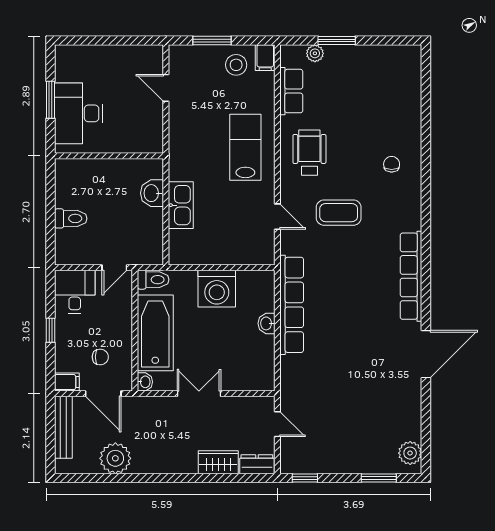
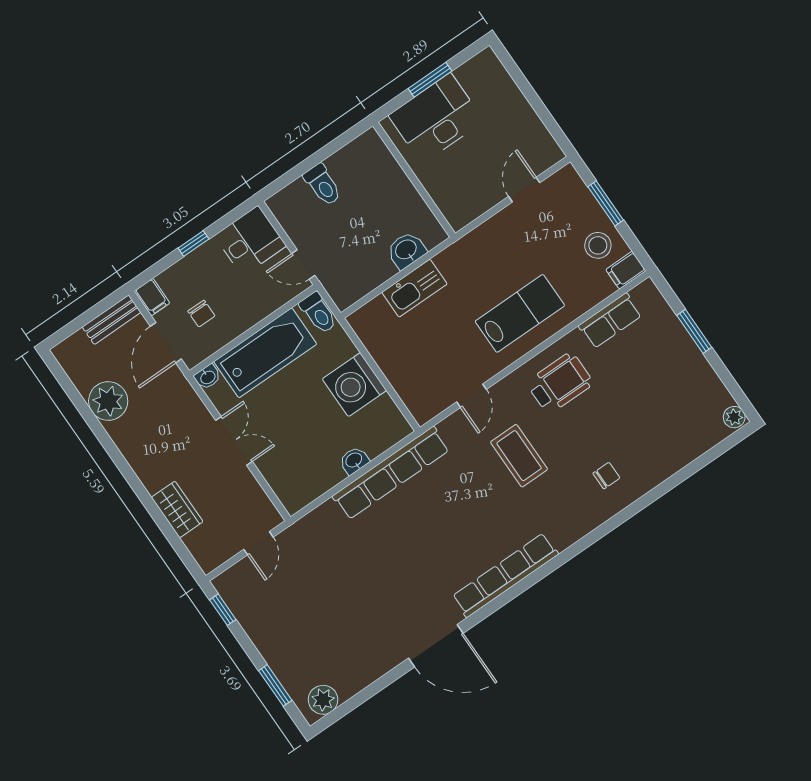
plant: (315, 53) -> (734, 417), moved
bench: (63, 427) -> (112, 320), width x0.73
dresser: (257, 464) -> (203, 551), removed

